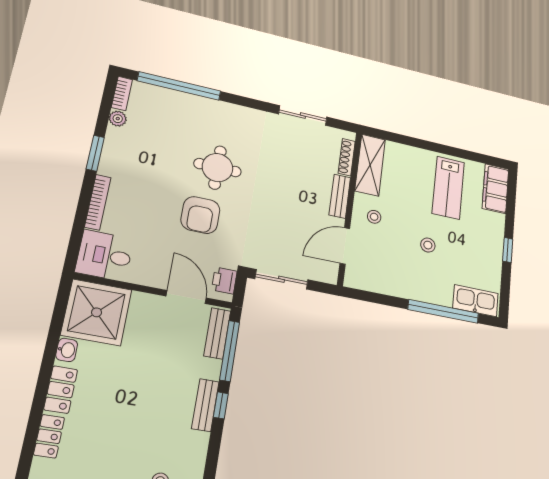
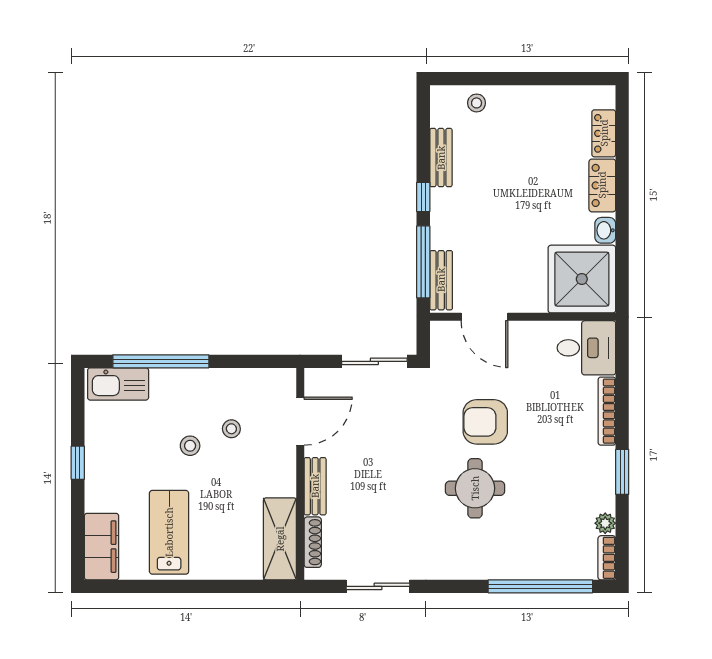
armchair: (200, 215) -> (485, 422), turned -90
stool: (374, 217) -> (231, 429), moved
printer: (224, 281) -> (443, 346), removed
bench: (205, 405) -> (441, 158), moved

